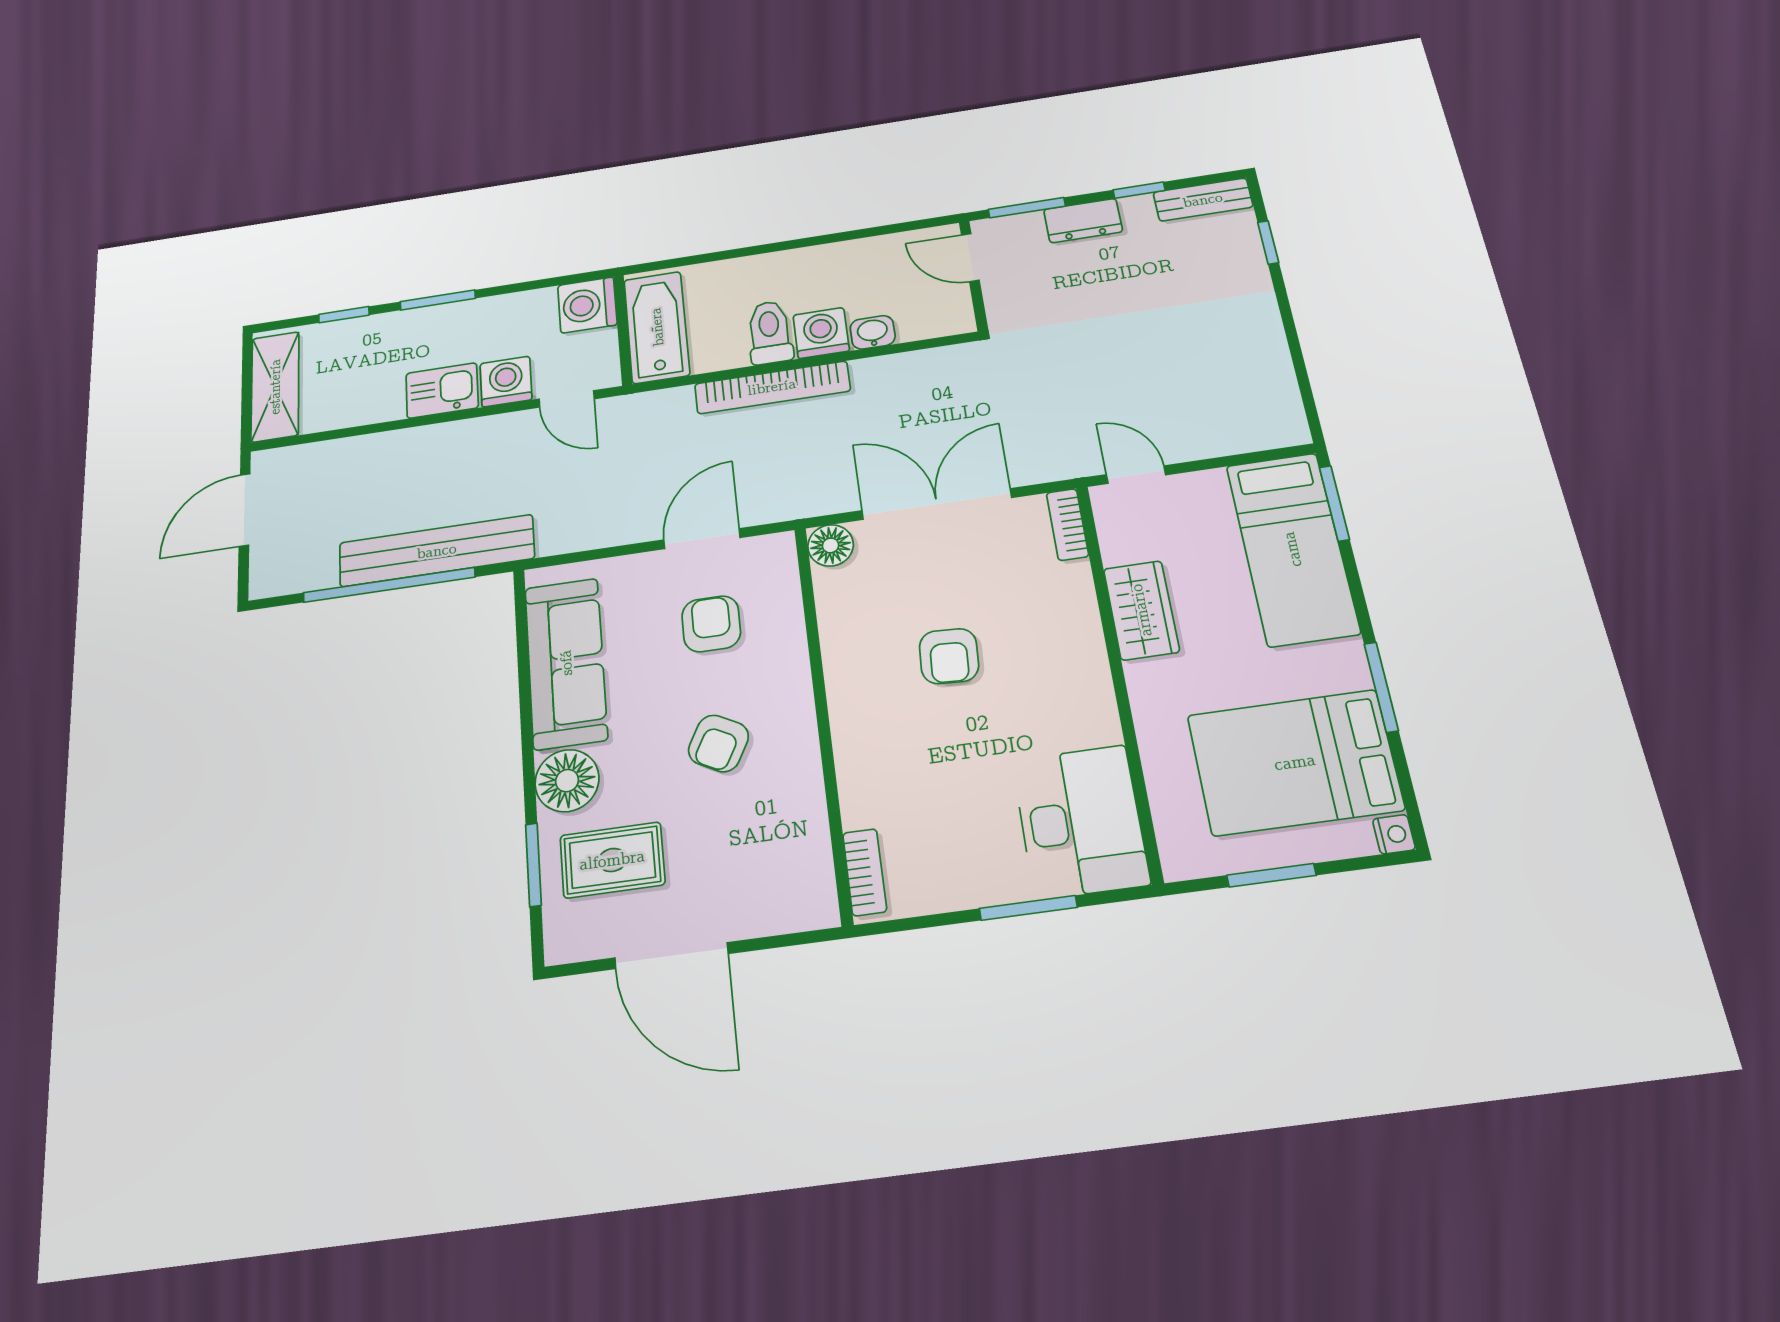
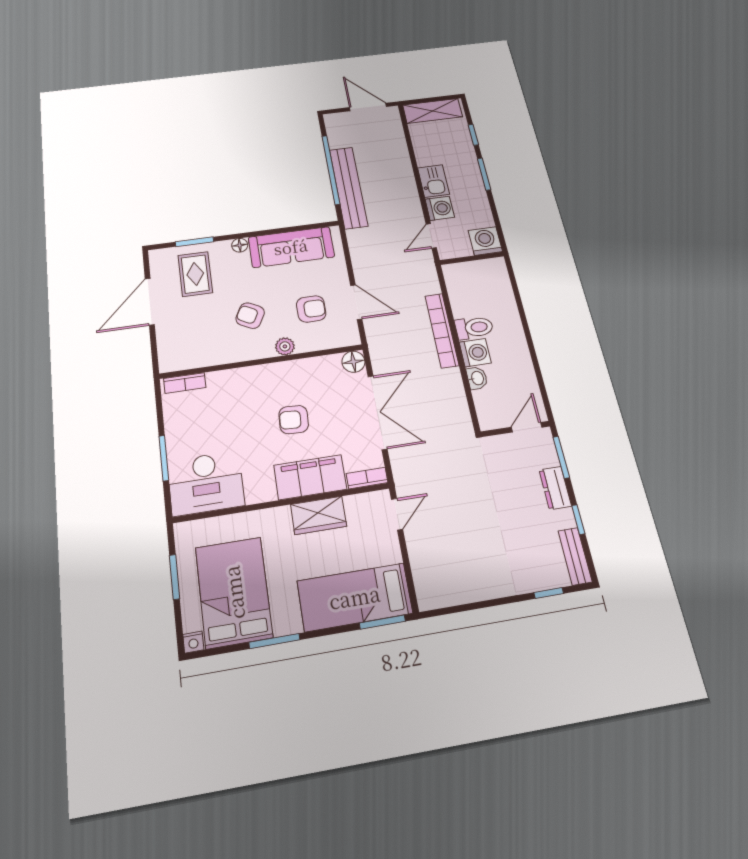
bathtub: (657, 327) -> (474, 274), removed
filing cabinet: (1067, 625) -> (310, 477), added
plant: (791, 674) -> (285, 346), added
floor lamp: (567, 781) -> (240, 245), width x0.53, depth x0.53

